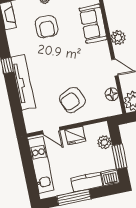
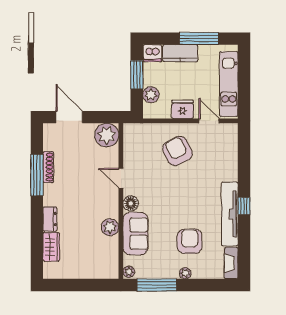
plant: (118, 38) -> (110, 227), moved
tv unit: (23, 83) -> (230, 214), moved
floor lamp: (112, 94) -> (131, 203), moved
armchair: (72, 100) -> (177, 151), turned -93

